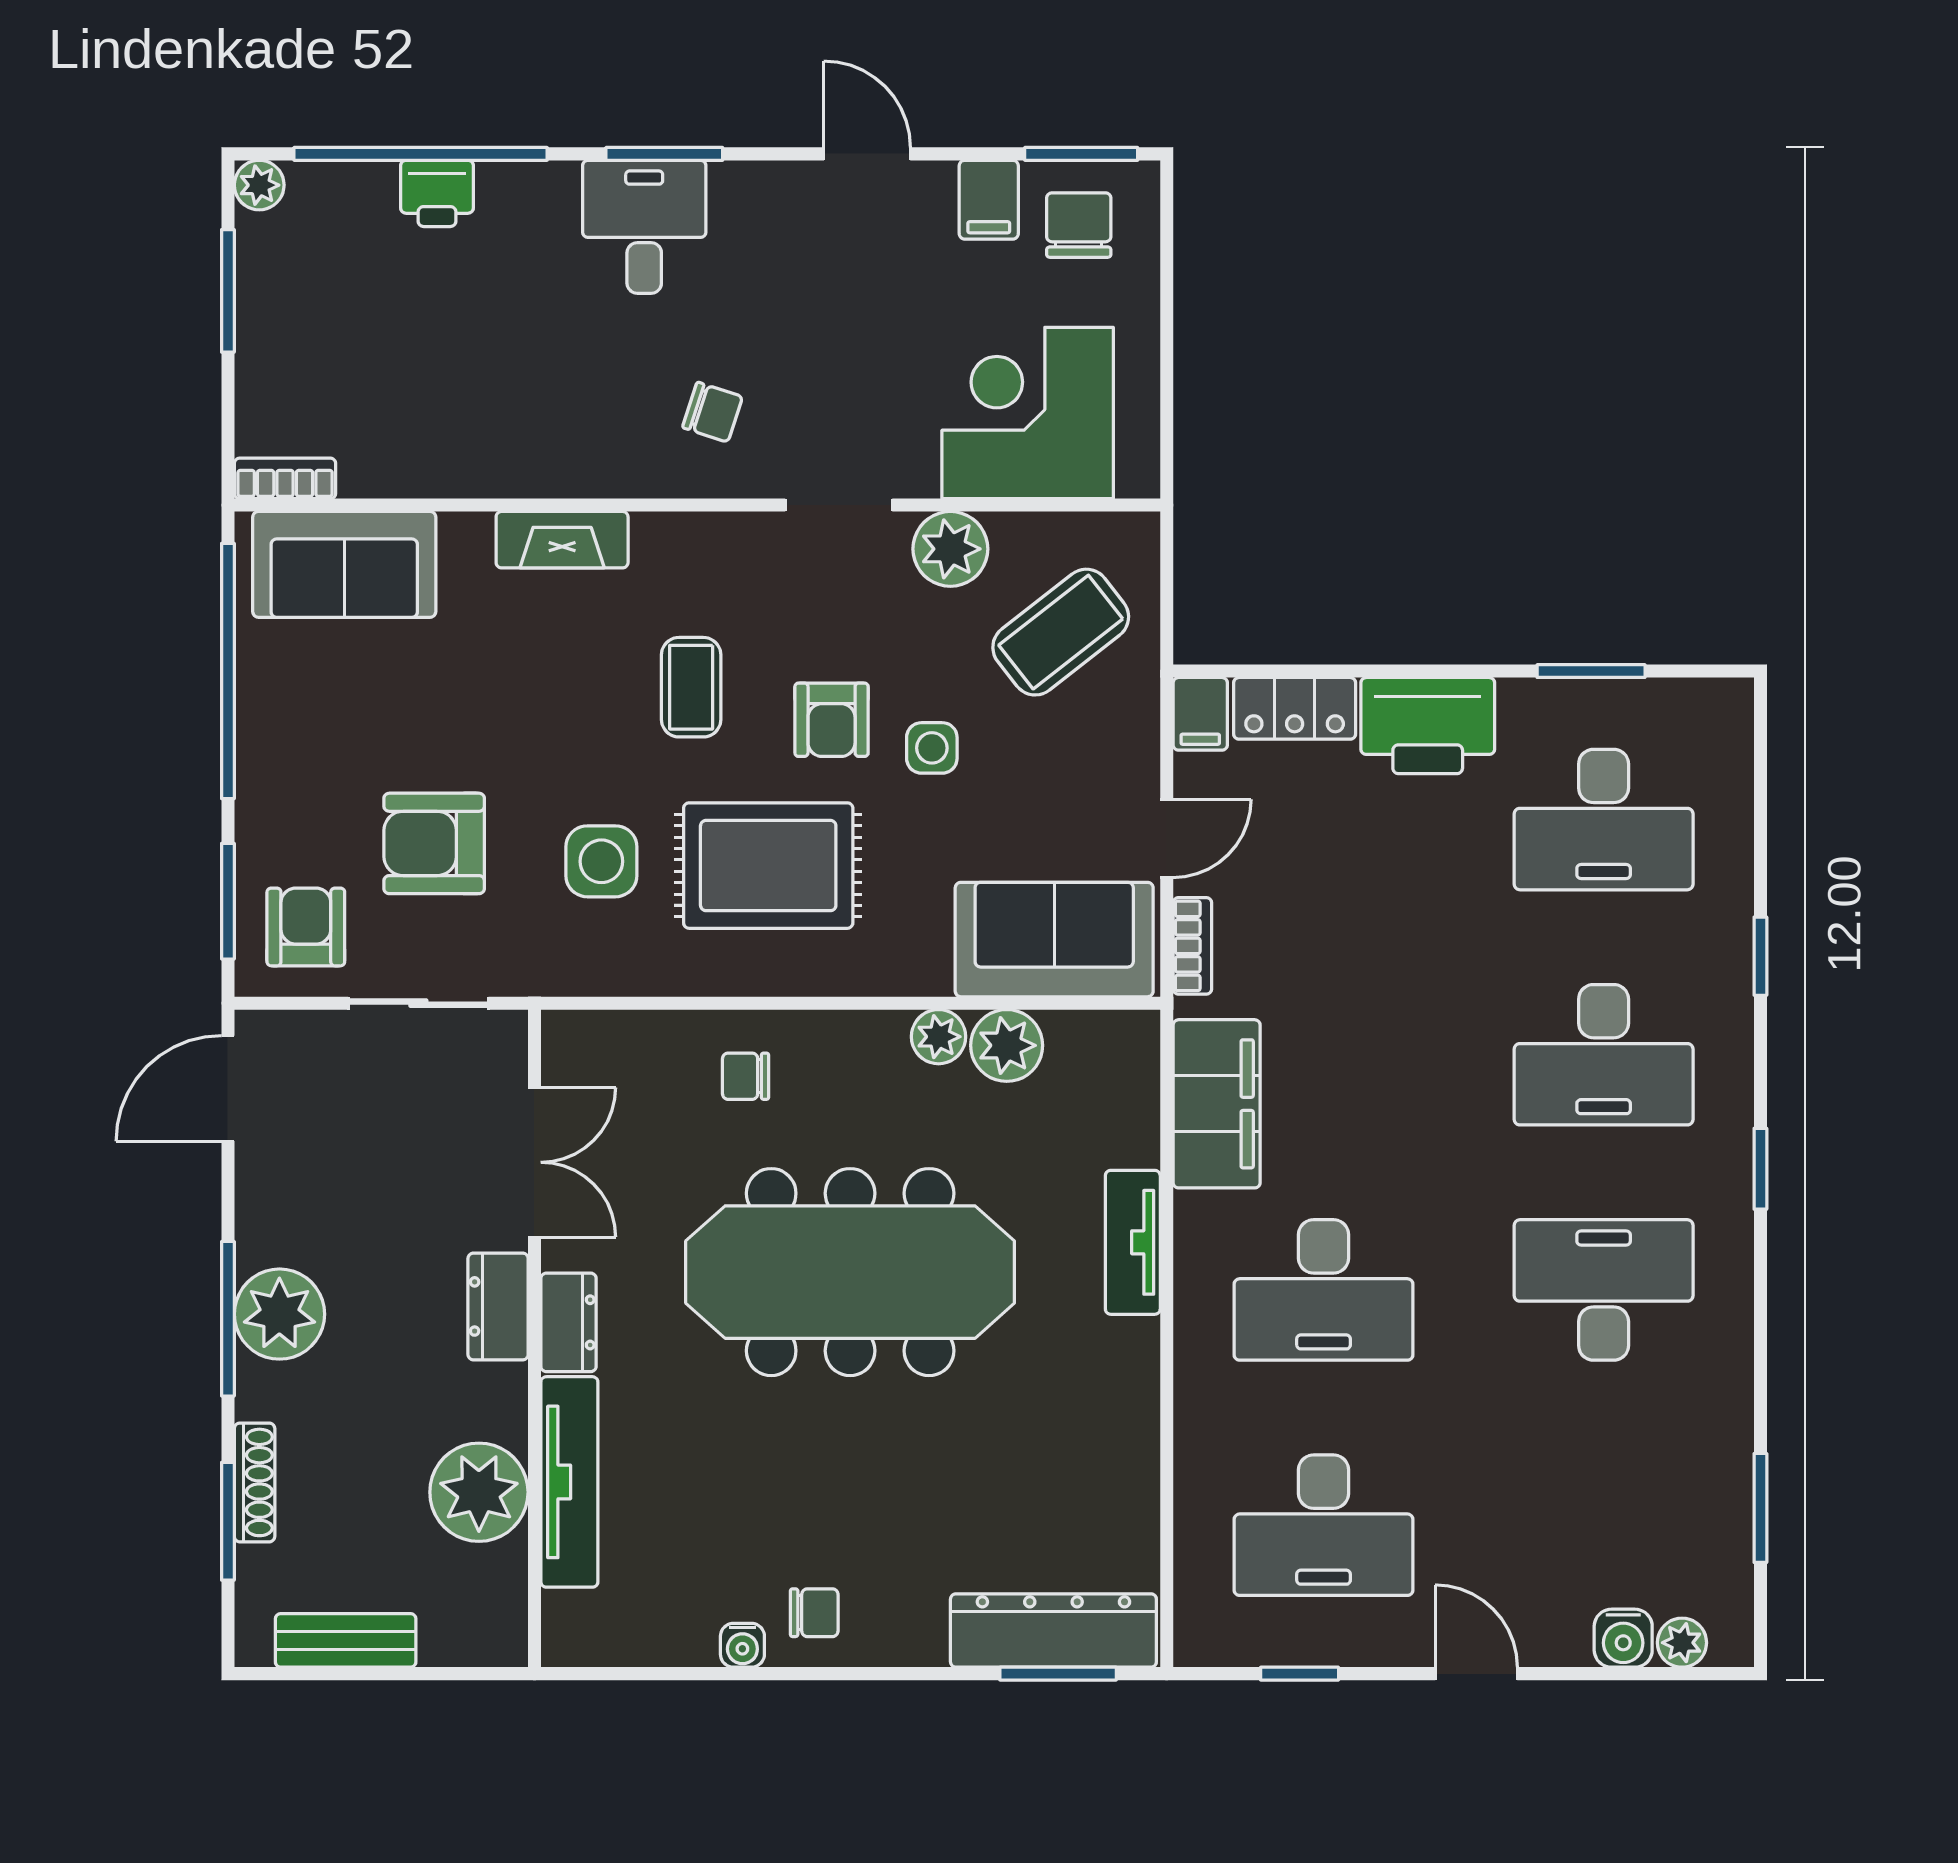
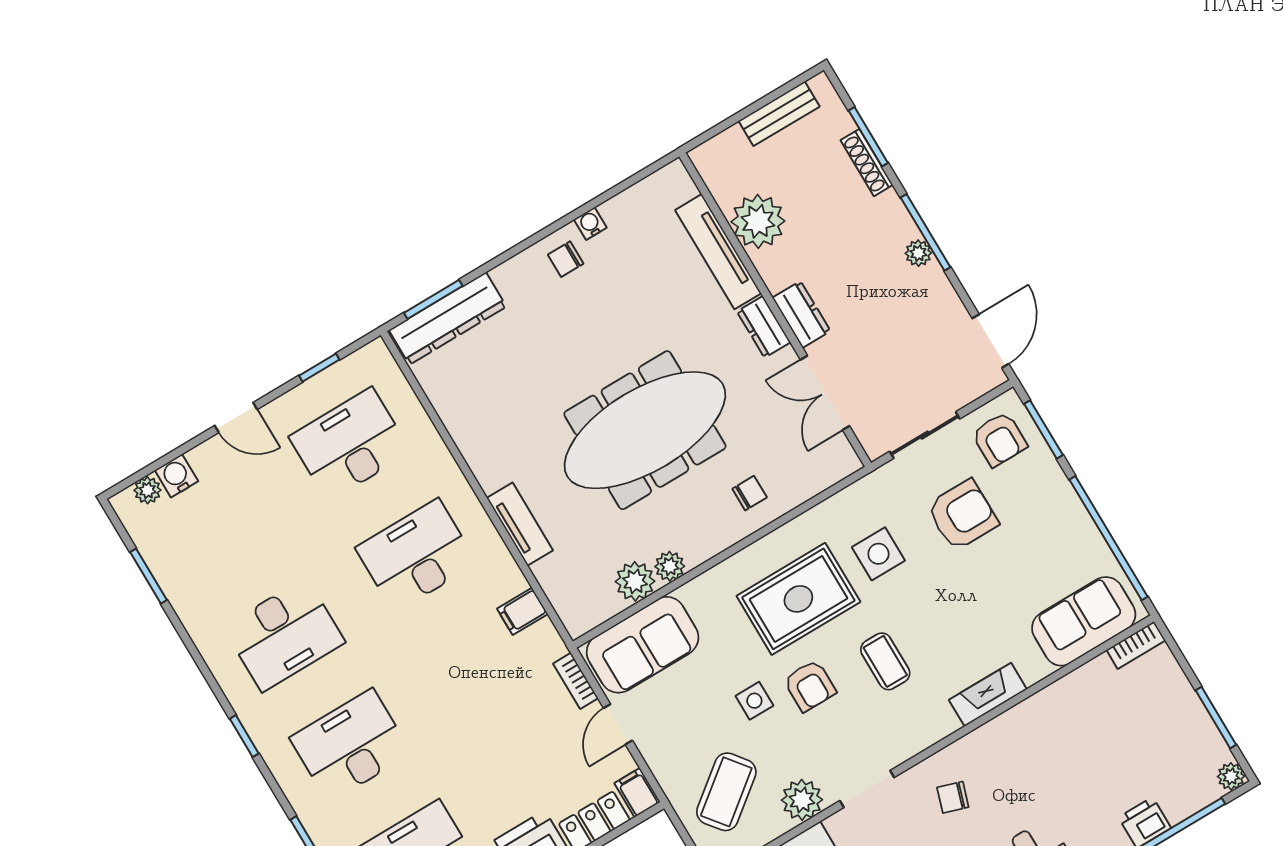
armchair: (832, 720) -> (810, 686), turned 180
filing cabinet: (1217, 1104) -> (522, 611), width x0.33, depth x0.86
plant: (279, 1314) -> (918, 253), width x0.53, depth x0.53

